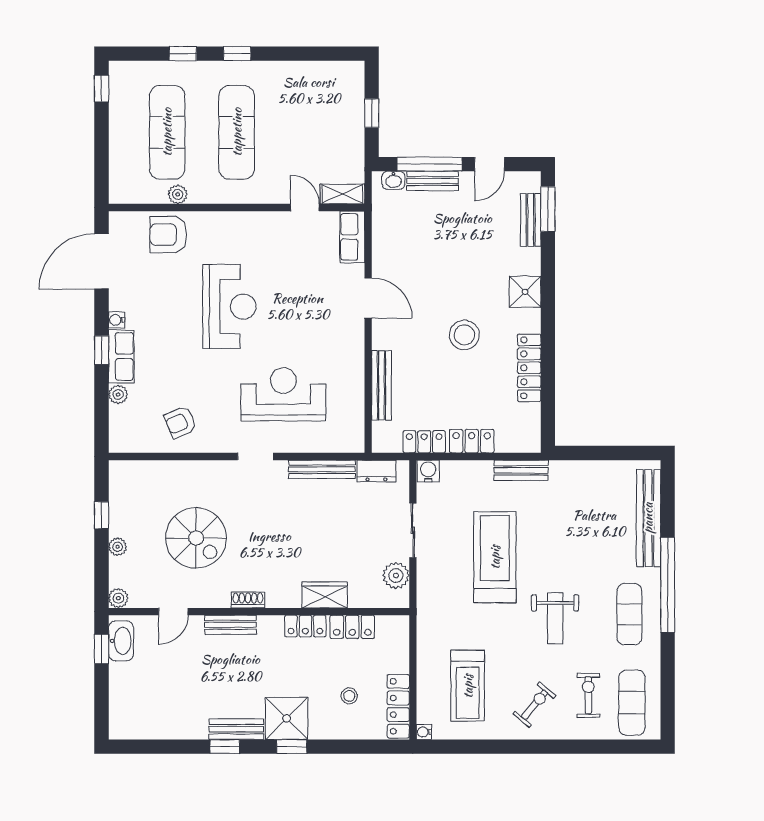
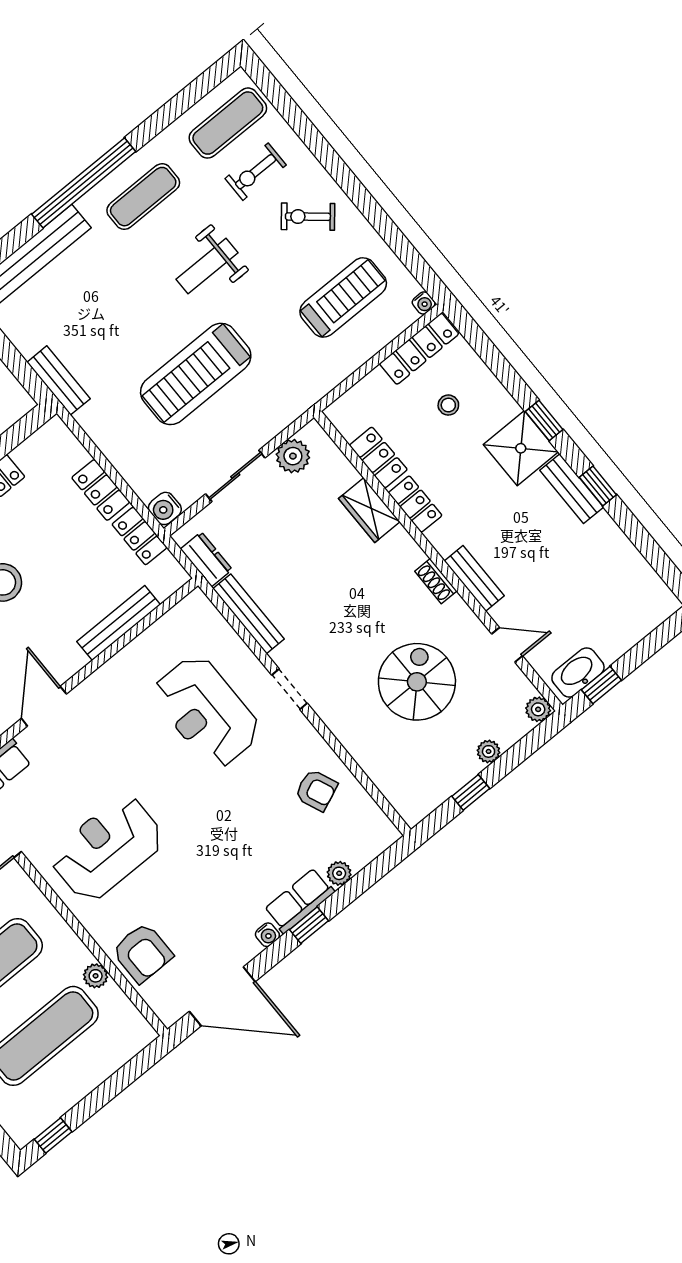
reception desk: (229, 307) -> (107, 848), moved
bench: (521, 470) -> (59, 380), moved
weight bench: (555, 618) -> (207, 266), turned 180

